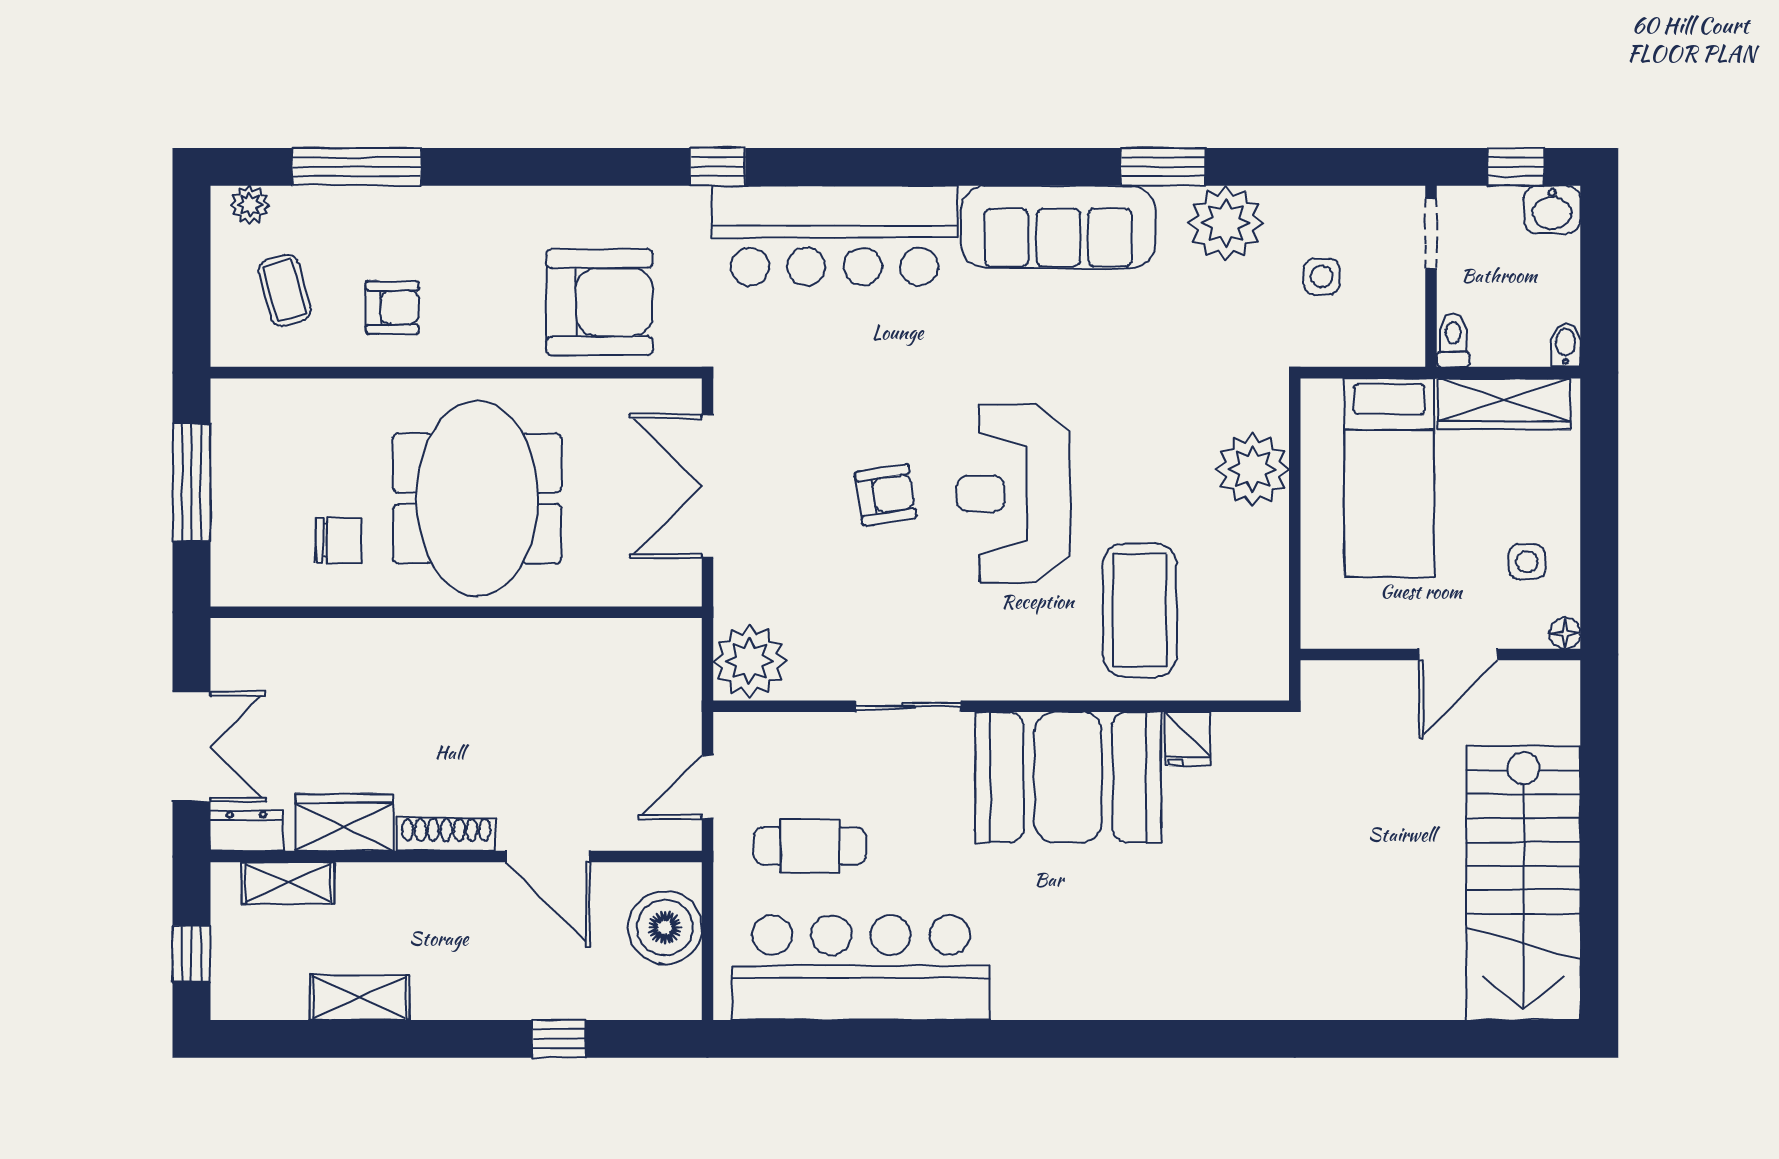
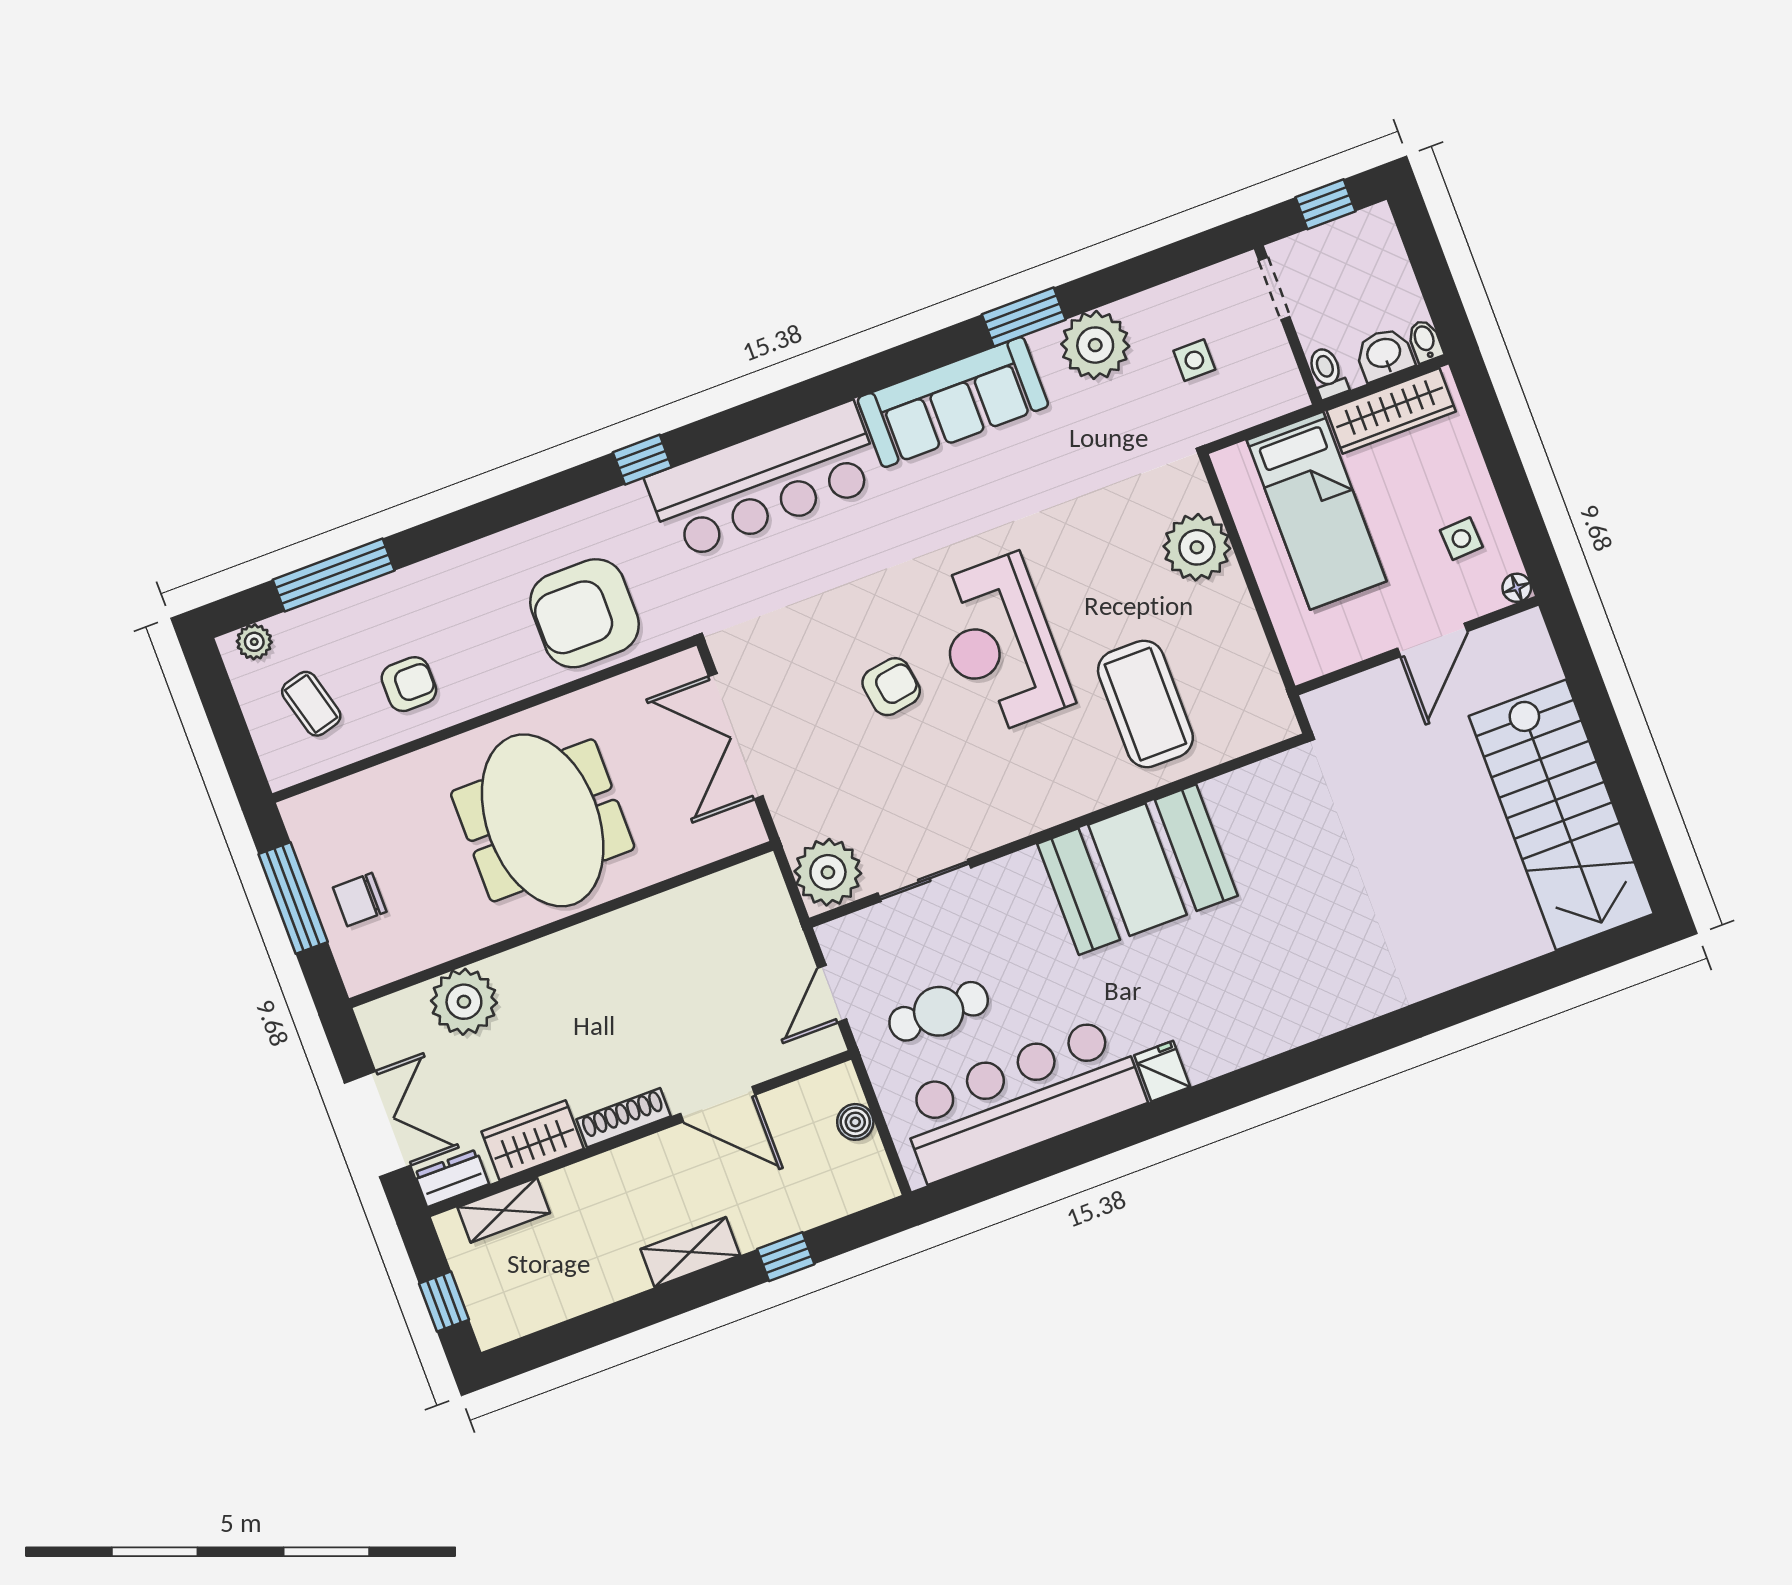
washbasin: (1552, 210) -> (1384, 354), moved, turned 180
armchair: (599, 302) -> (585, 613), turned 180
chair: (339, 540) -> (360, 900), moved, turned 180
plant: (327, 654) -> (464, 1002), added
sliding door: (908, 706) -> (924, 880), moved
fridge: (1187, 739) -> (1162, 1071), moved, turned 180
boiler: (665, 927) -> (855, 1122), width x0.54, depth x0.54
shelving: (360, 998) -> (690, 1252), moved

